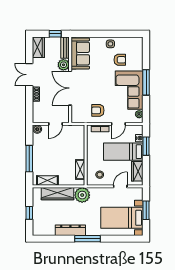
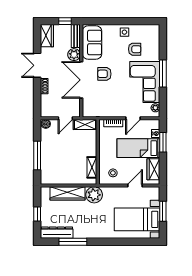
armchair: (98, 110) -> (104, 74), moved
shelving: (47, 181) -> (85, 125), moved
dresser: (70, 230) -> (57, 233), moved
window: (87, 239) -> (73, 242), moved

